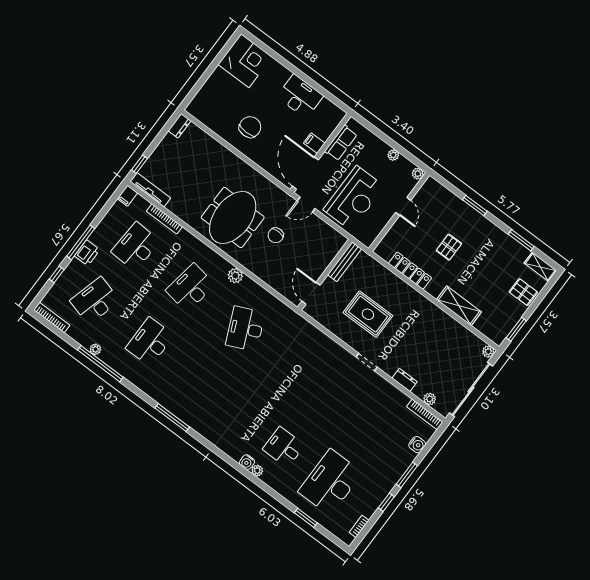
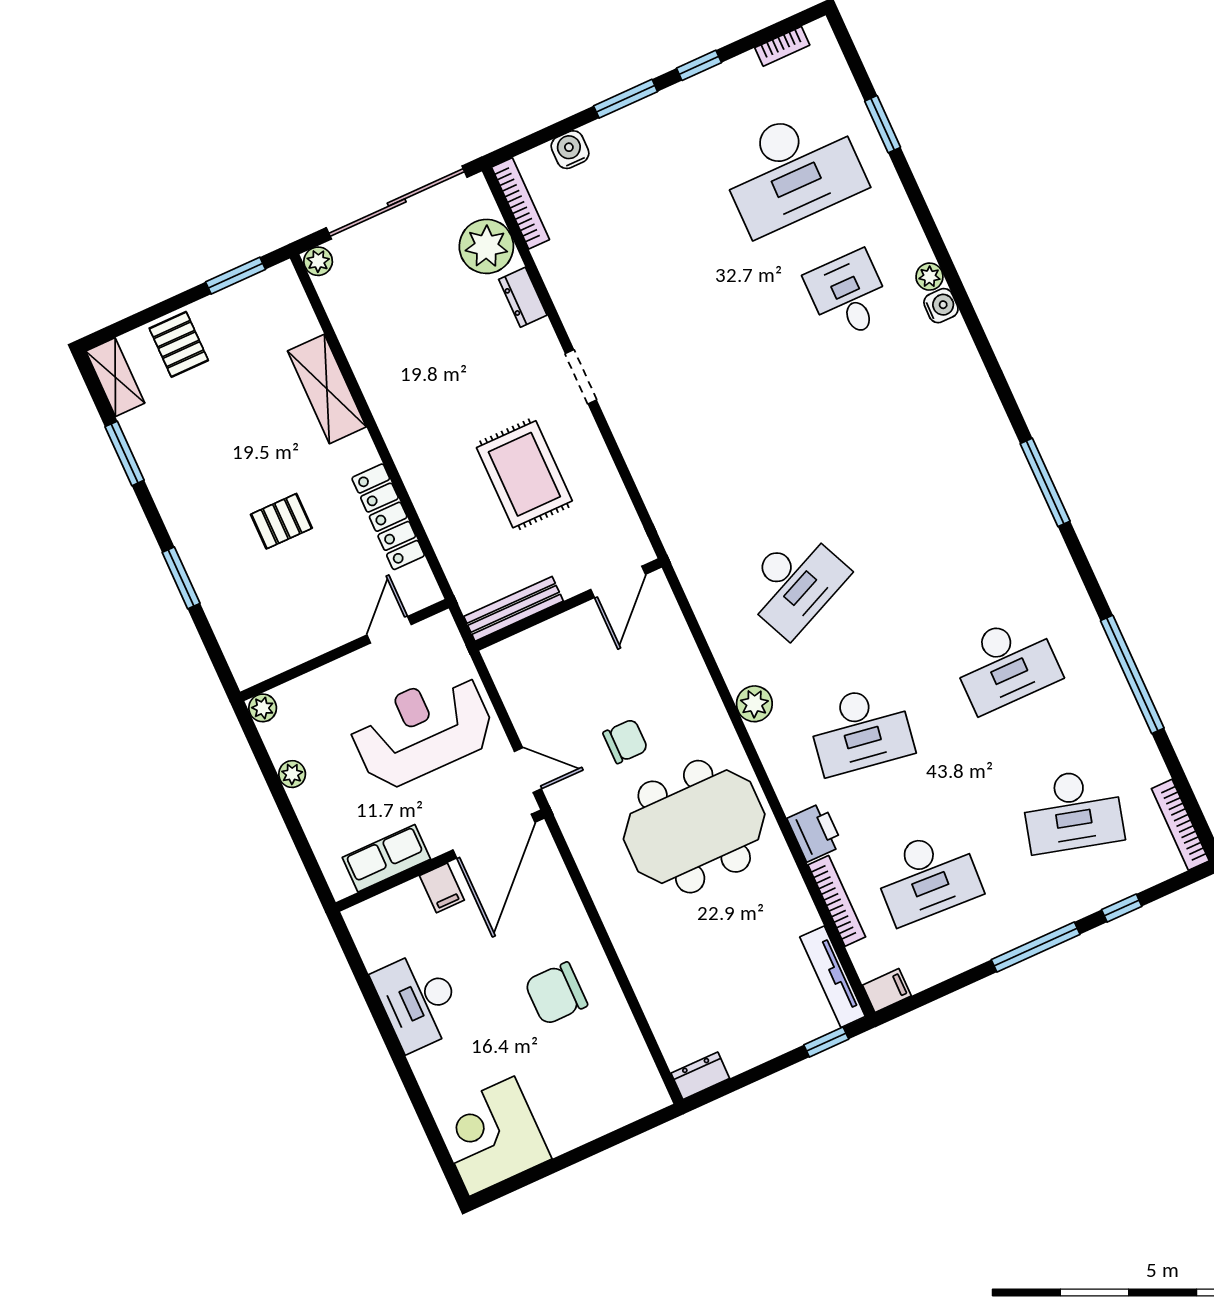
door: (403, 206) -> (389, 630), moved
printer: (87, 253) -> (815, 832), moved, turned 90
plant: (95, 349) -> (1126, 710), removed
plant: (430, 399) -> (486, 246), width x1.88, depth x1.88
desk: (284, 447) -> (849, 295), turned 180

